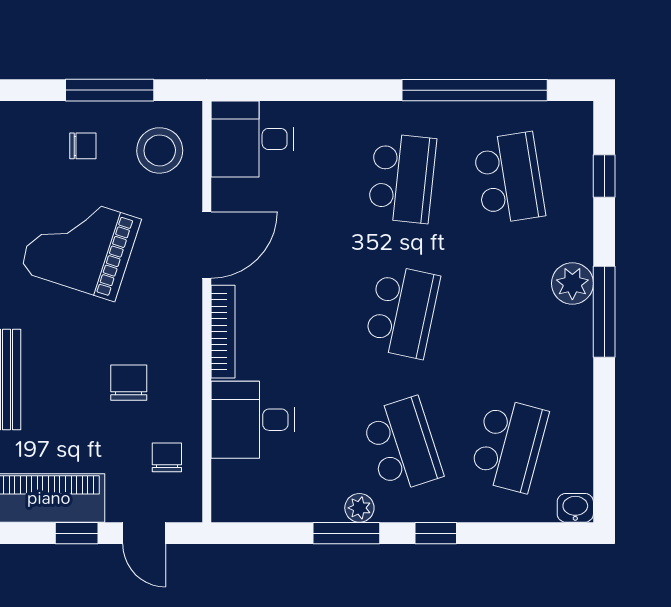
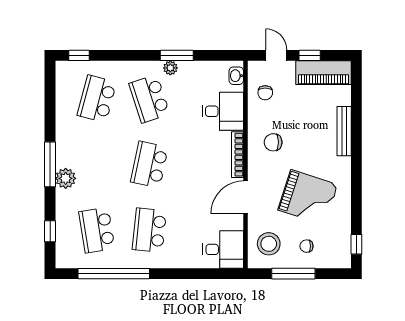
chair: (129, 383) -> (273, 142), moved, turned 90
washbasin: (575, 508) -> (236, 76), moved, turned 90
window: (436, 533) -> (79, 55), moved

